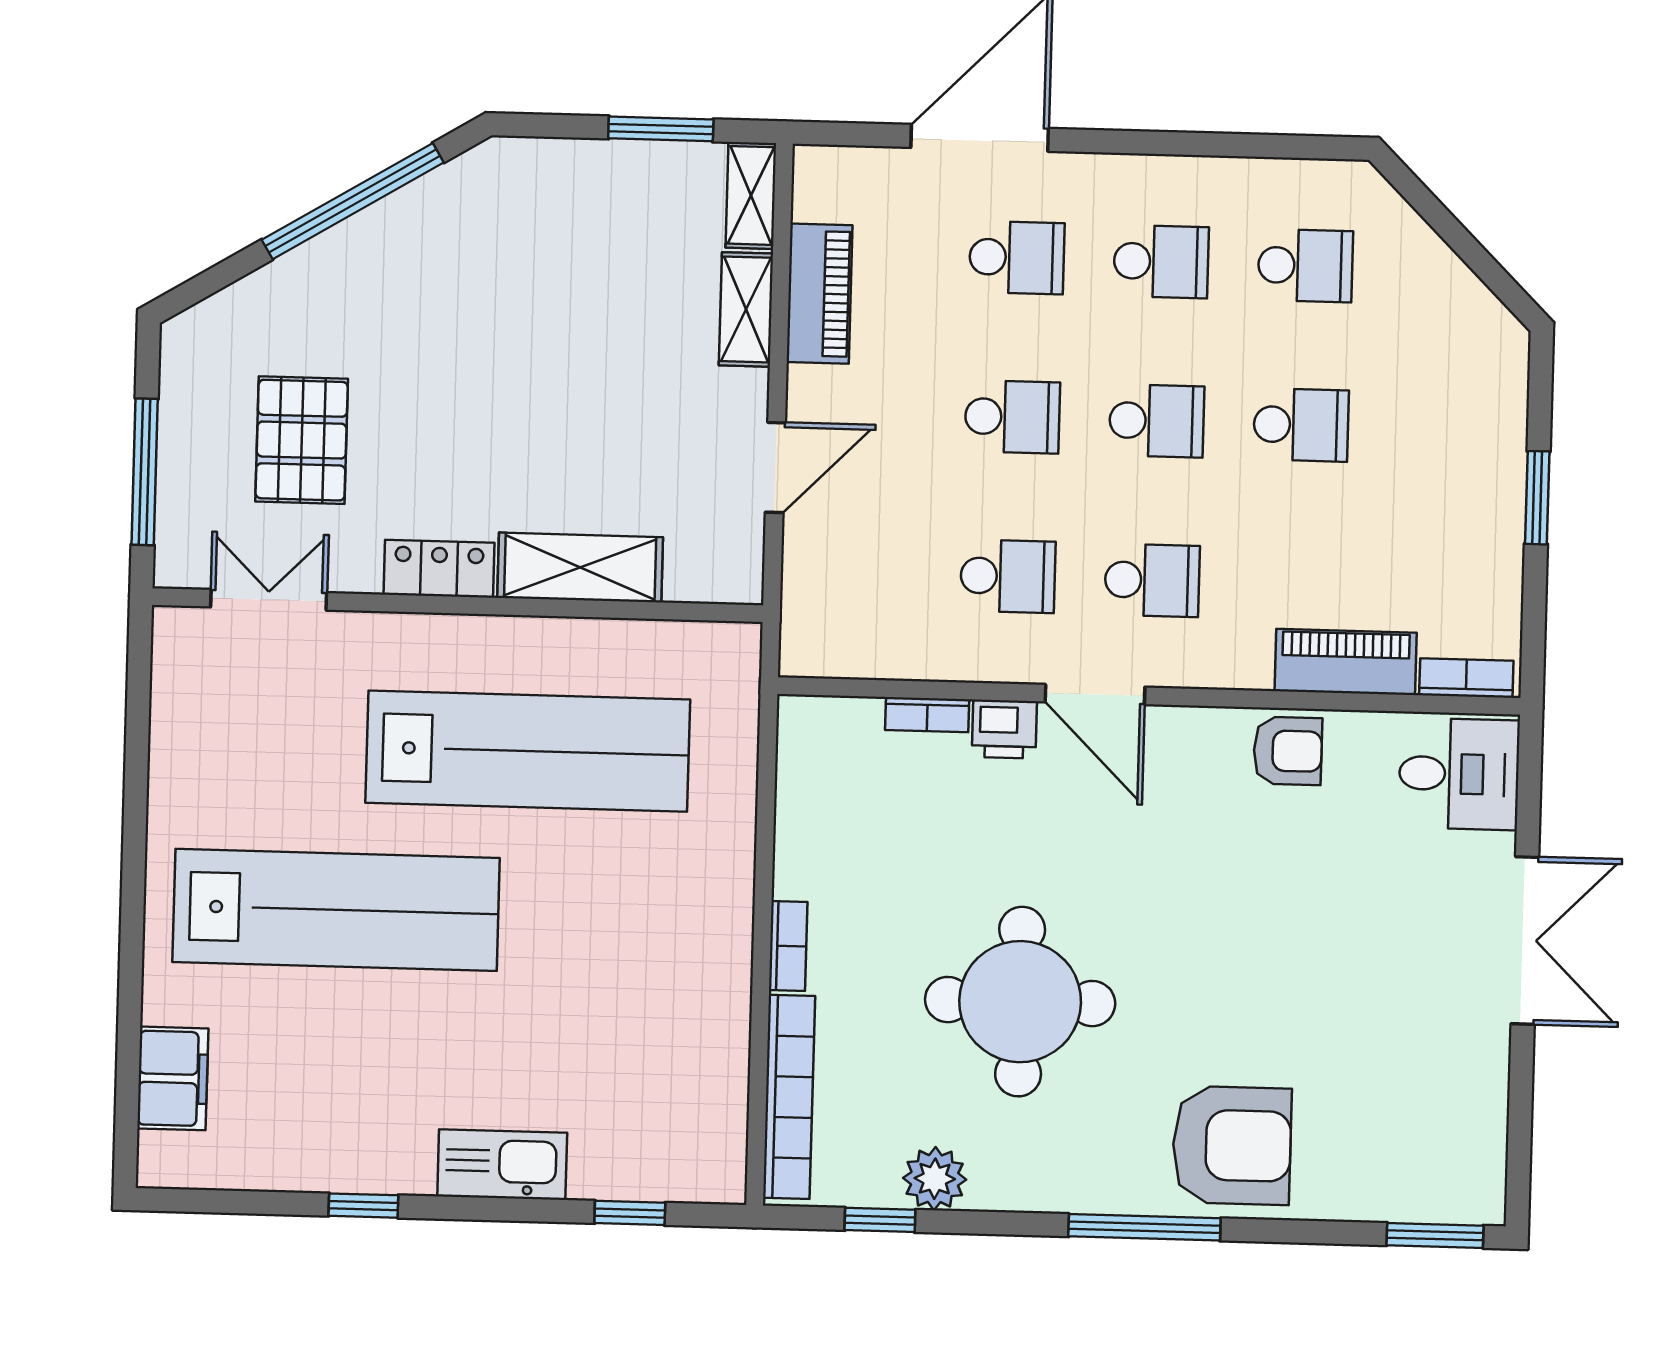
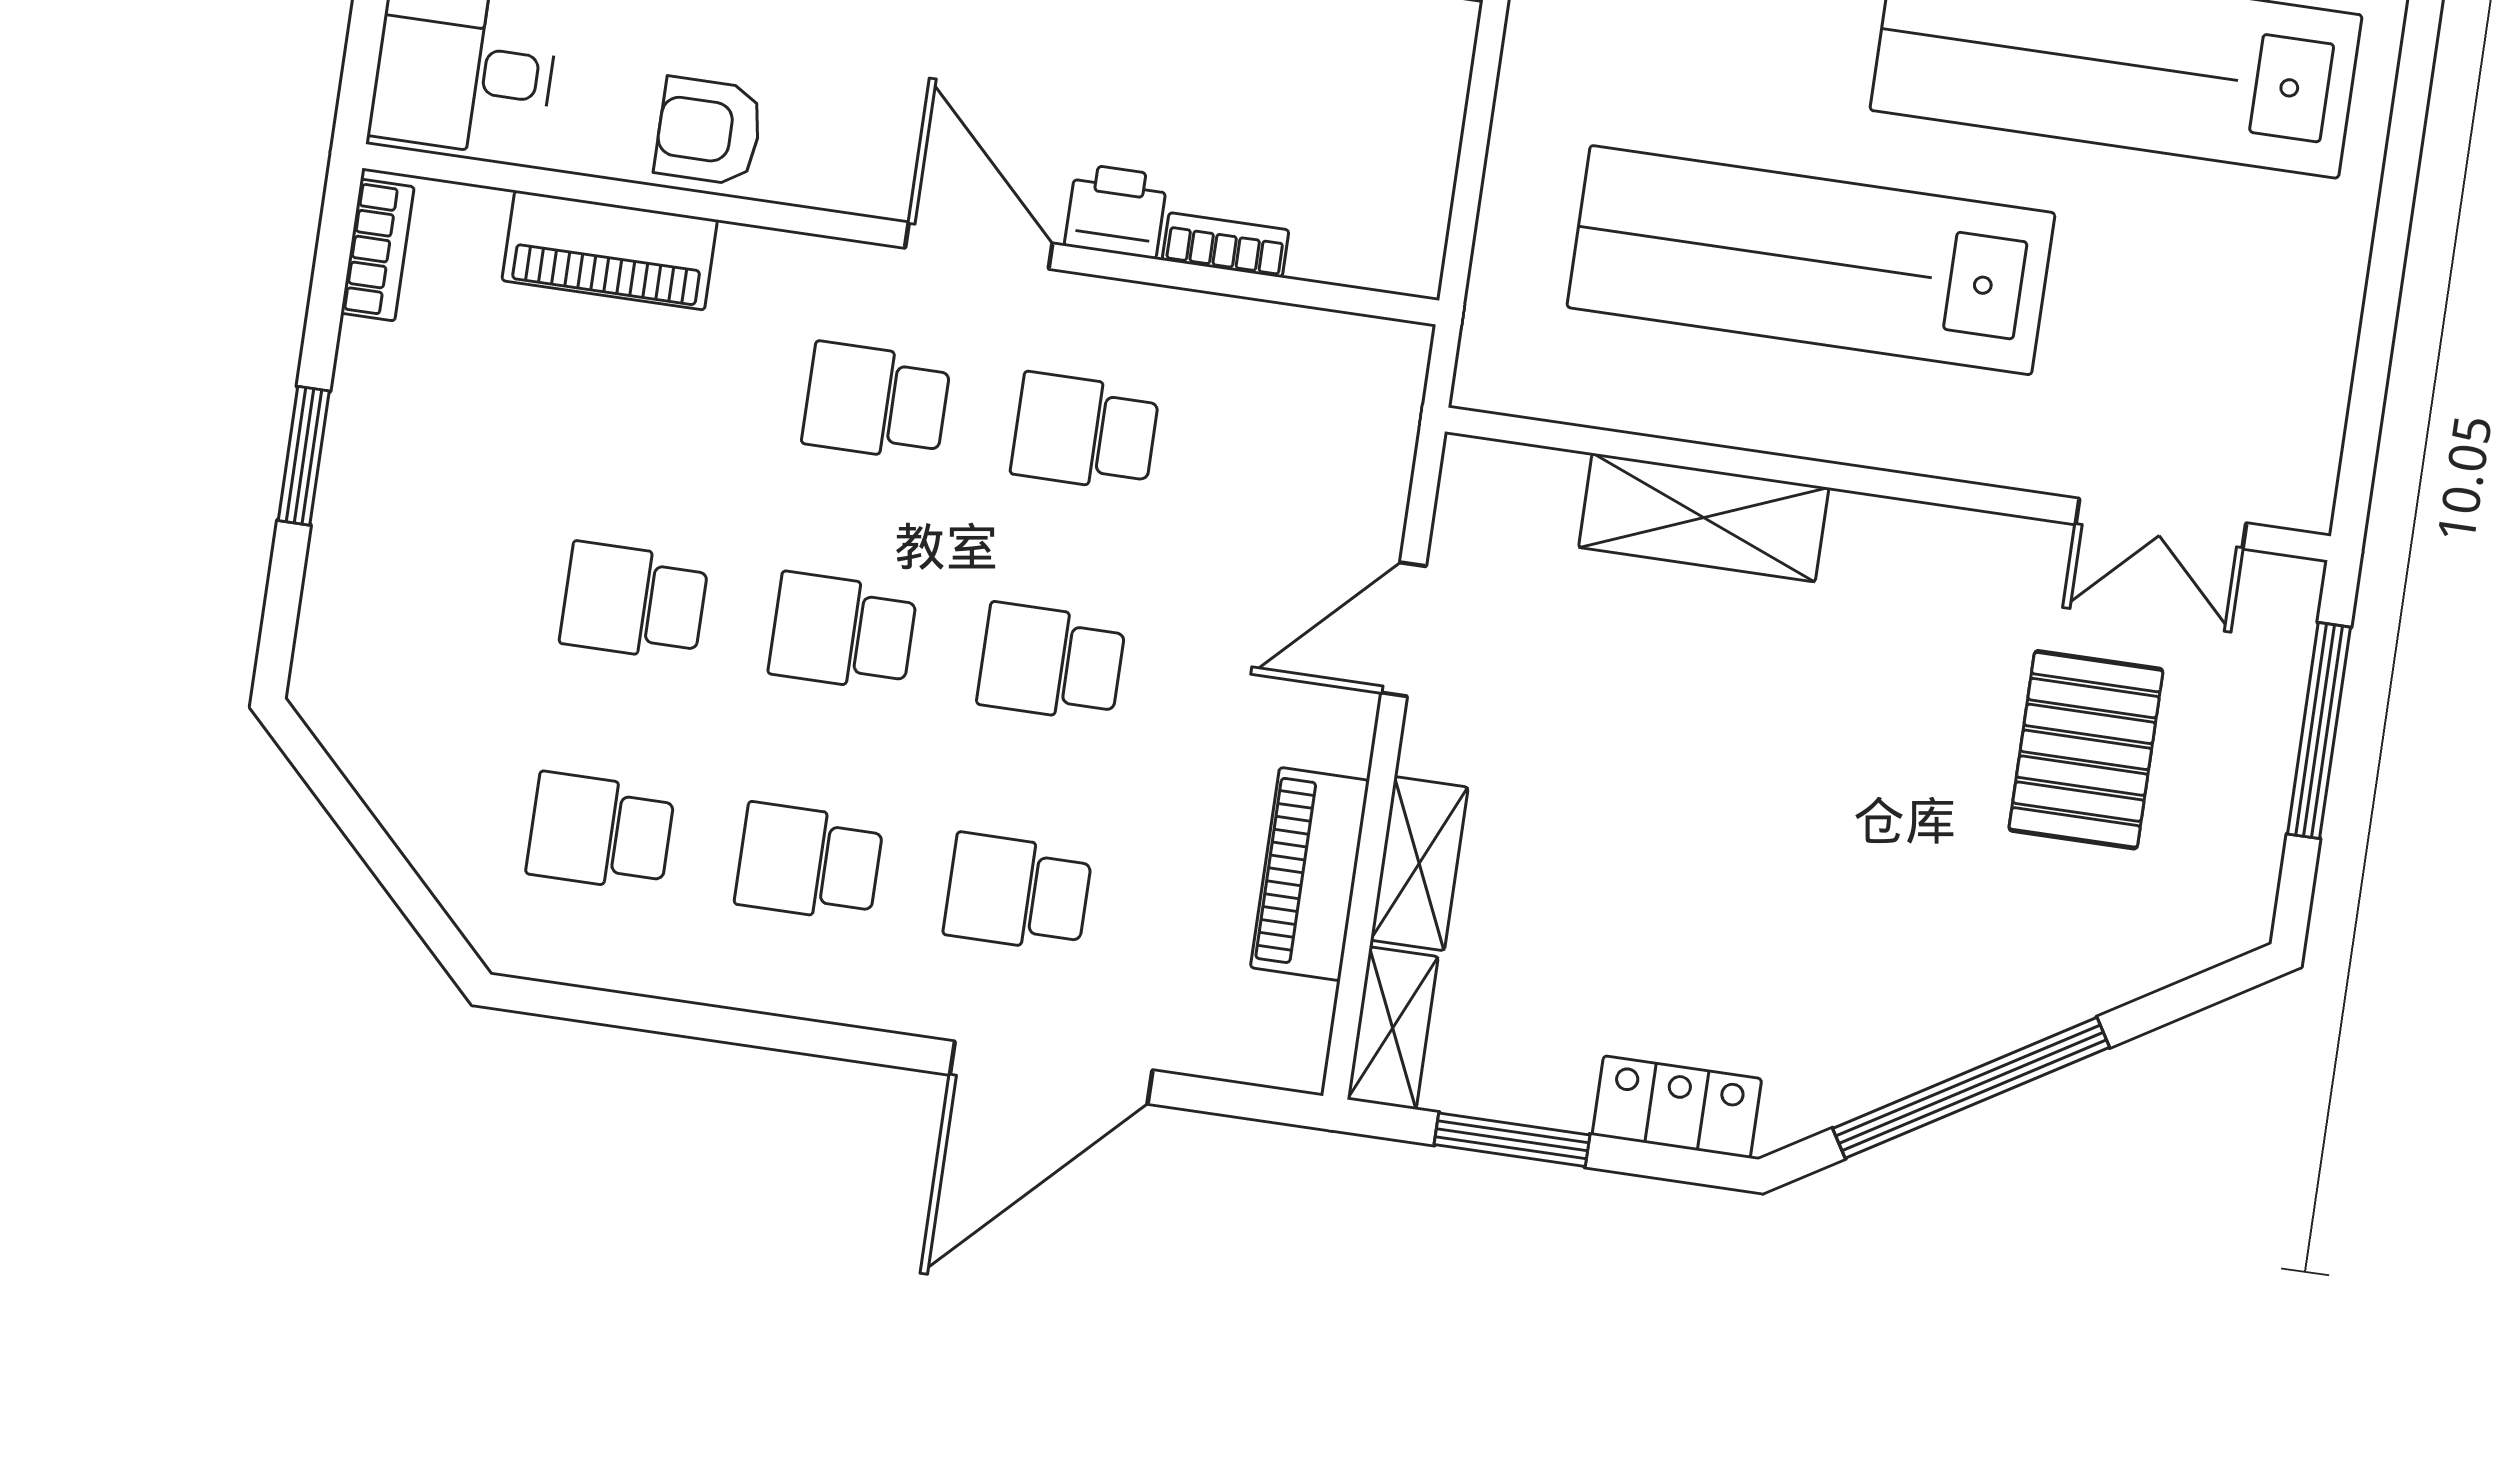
locker: (439, 569) -> (1677, 1107), moved, turned 180
bookcase: (1466, 678) -> (378, 250), moved, turned -90

